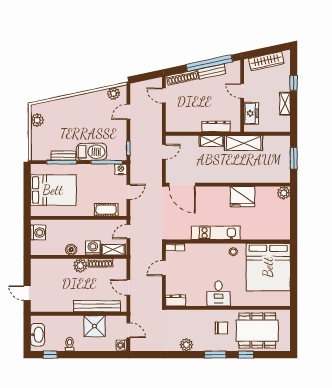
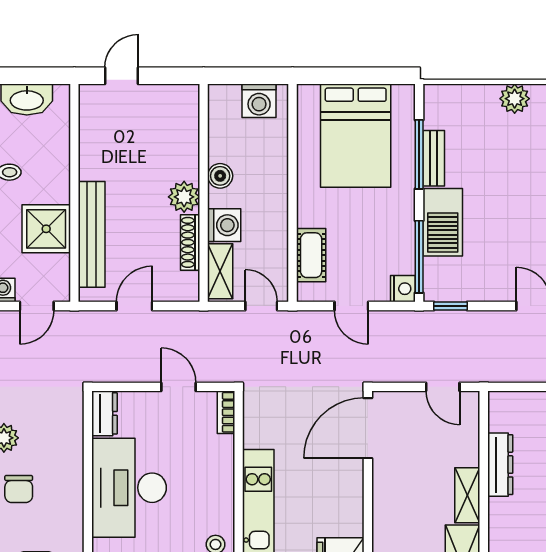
dresser: (216, 126) -> (500, 465), moved
desk: (218, 293) -> (129, 488), width x1.87, depth x1.30
chair: (222, 328) -> (19, 489), moved

